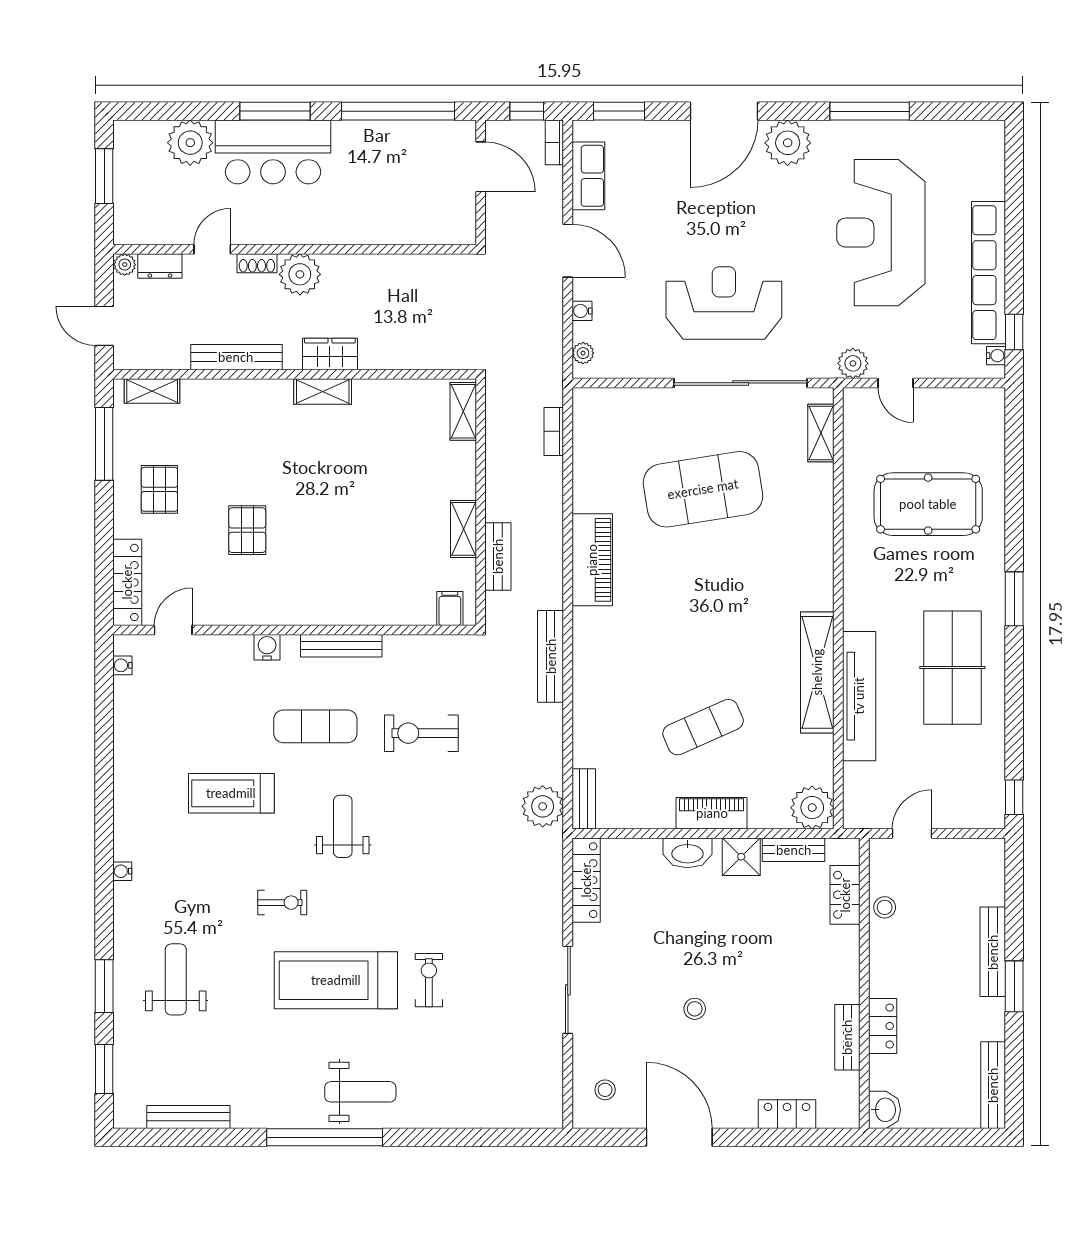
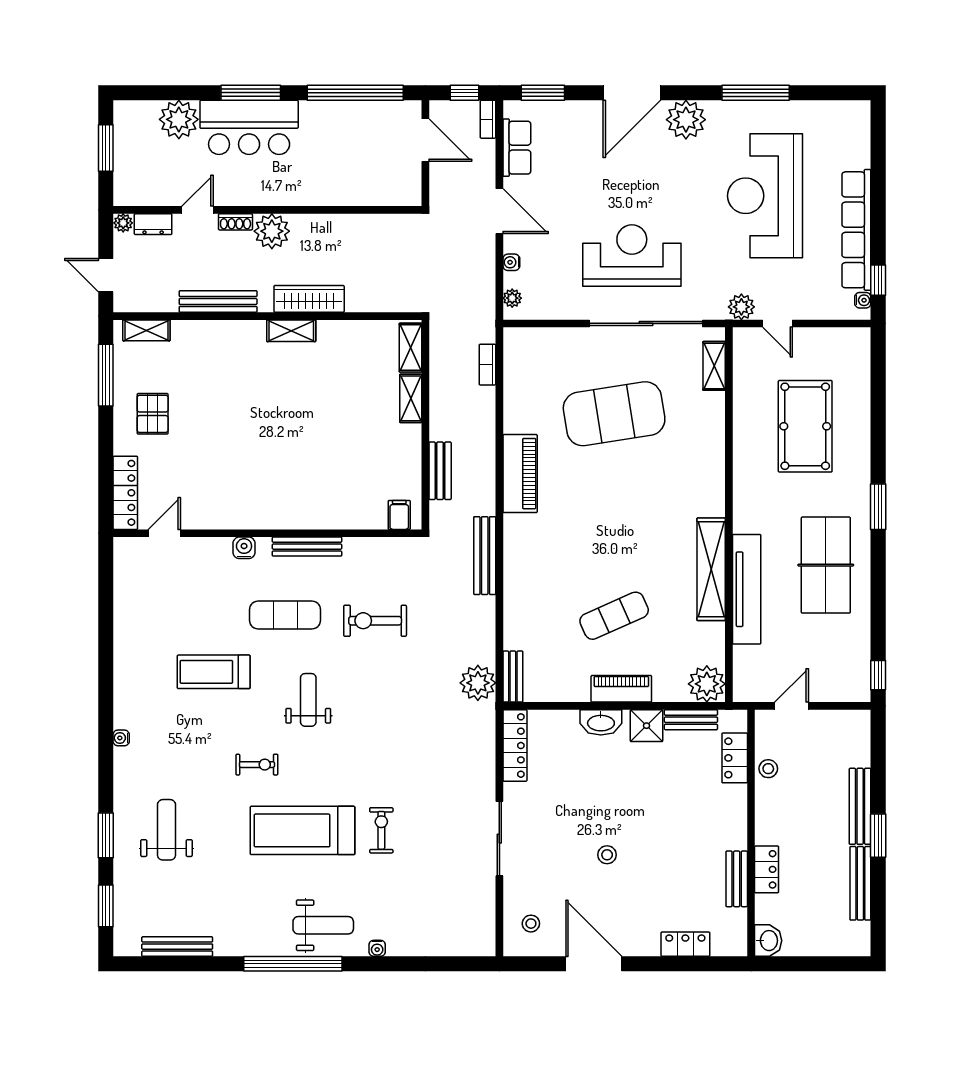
wardrobe: (330, 354) -> (309, 299), width x1.50
pool table: (928, 504) -> (805, 426), turned 90
shelving: (463, 529) -> (411, 398), moved
pallet: (247, 530) -> (227, 448), removed
water cooler: (122, 665) -> (377, 948), moved, turned -90
bench: (993, 1085) -> (860, 883), moved

